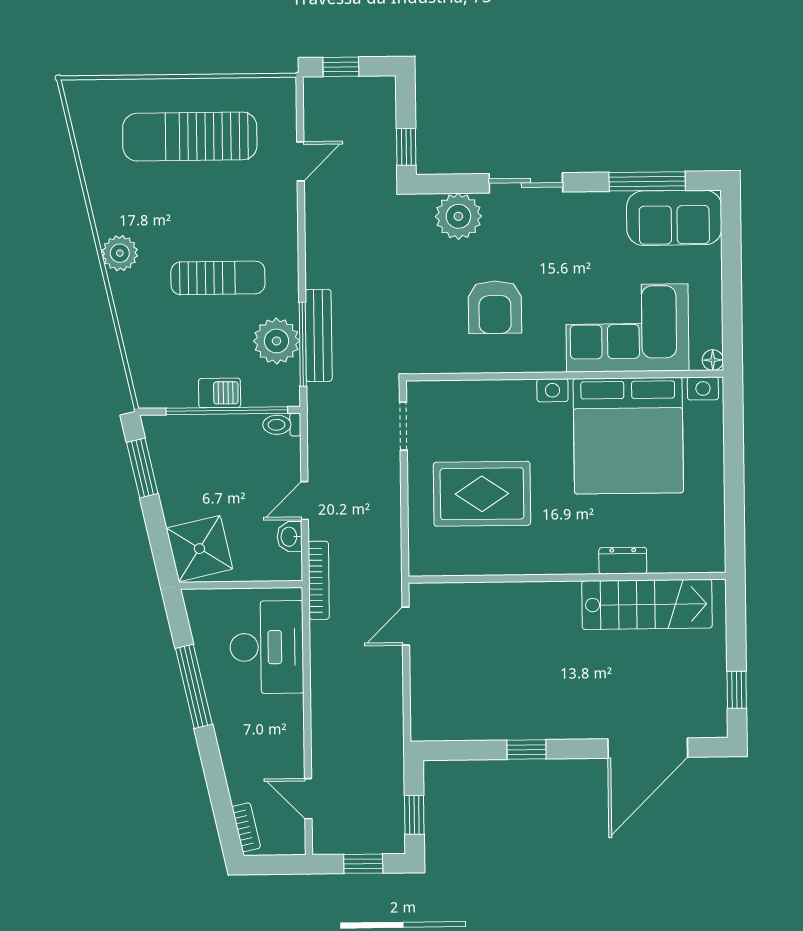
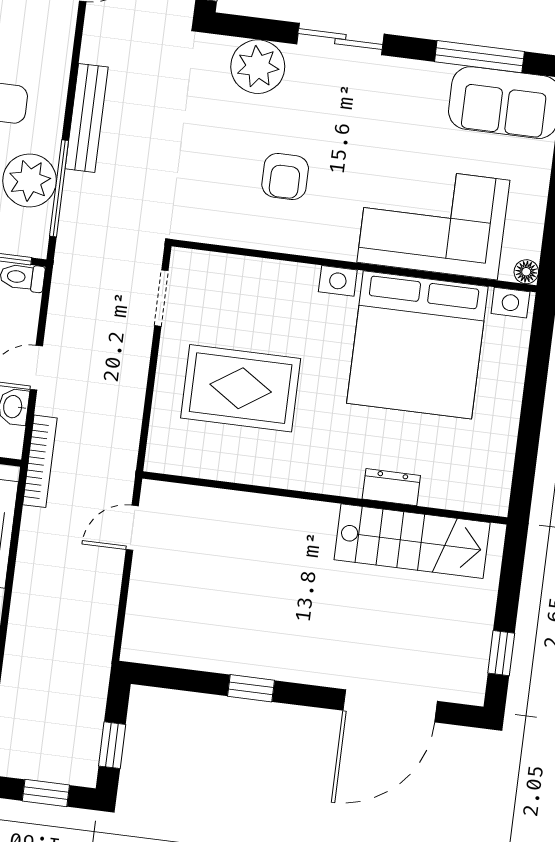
armchair: (495, 307) -> (285, 176), width x0.72, depth x0.72
bench: (319, 335) -> (87, 118), moved

